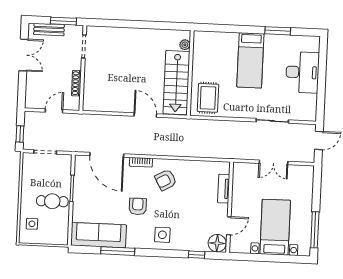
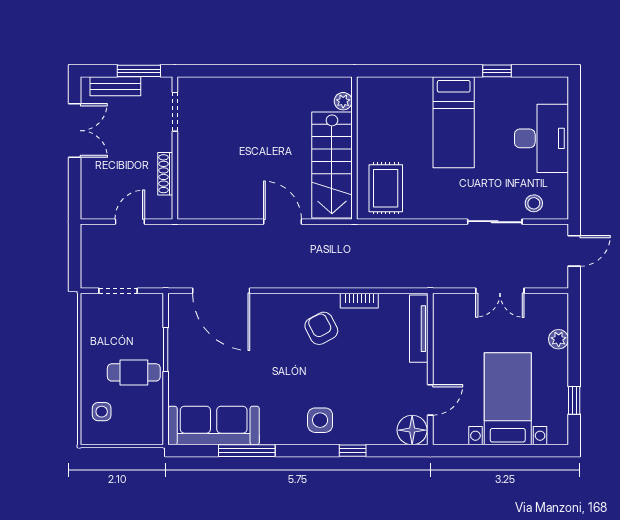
window: (278, 31) -> (497, 71), width x0.67
stool: (296, 111) -> (534, 203), added
window: (20, 134) -> (75, 263), removed
bookcase: (141, 162) -> (359, 301), moved
armchair: (166, 180) -> (321, 328), turned 91
tv unit: (224, 189) -> (419, 329), width x1.41
plant: (307, 193) -> (559, 339), added
armchair: (138, 206) -> (277, 375), removed
window: (315, 230) -> (574, 400), width x0.46
window: (197, 255) -> (353, 451), moved

